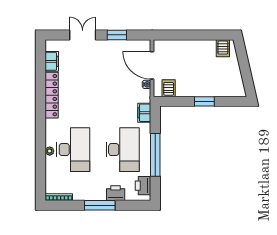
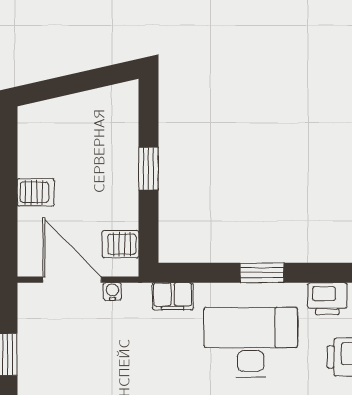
server rack: (223, 48) -> (36, 192), moved
door: (152, 65) -> (72, 280), swing flipped
window: (155, 155) -> (262, 273), width x0.47

